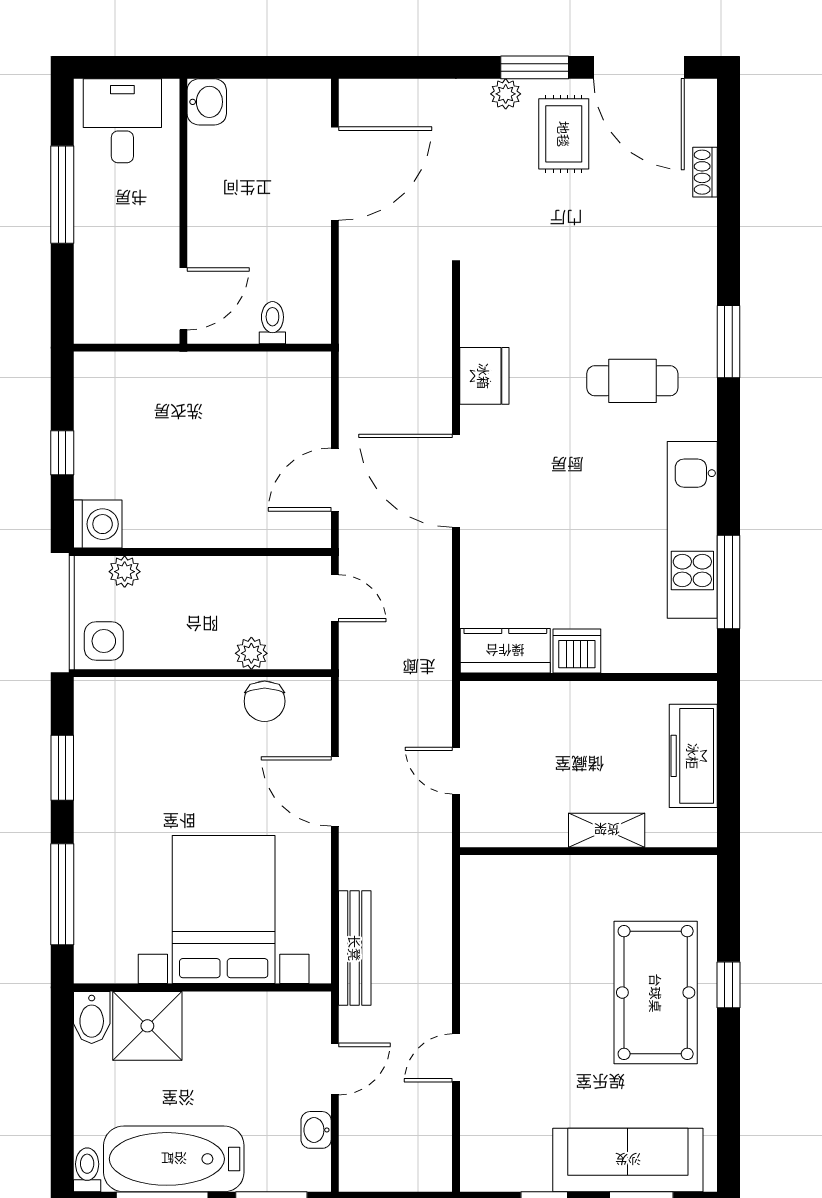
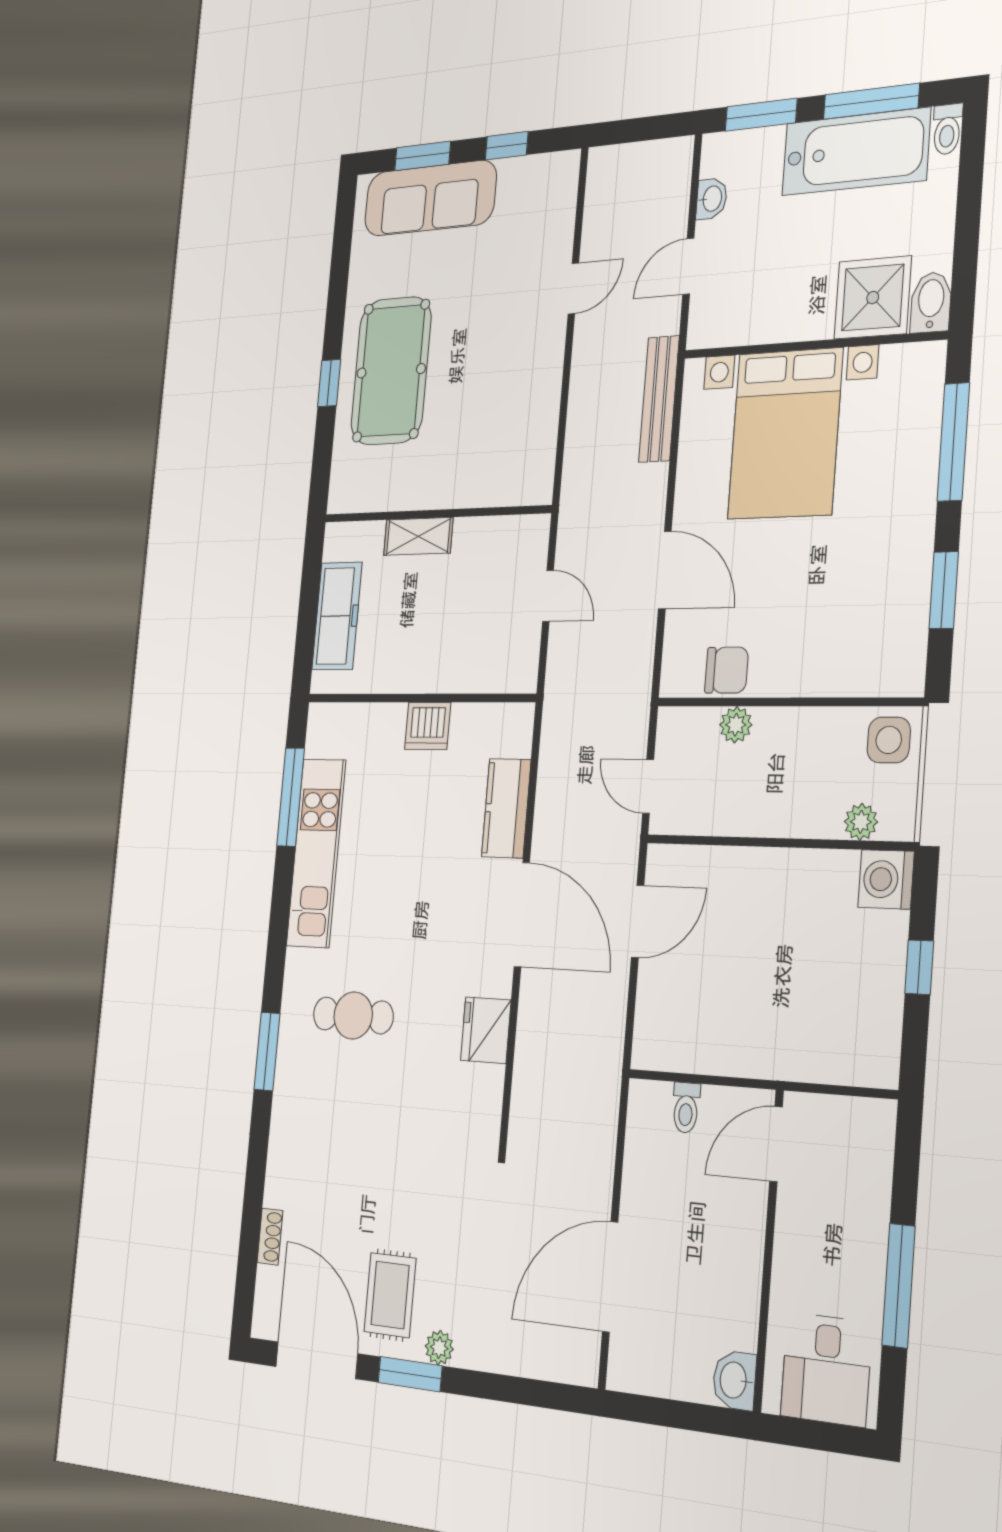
kitchen counter: (505, 651) -> (506, 808), moved, turned 90
chair: (265, 701) -> (727, 670), turned 90

